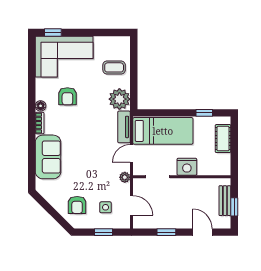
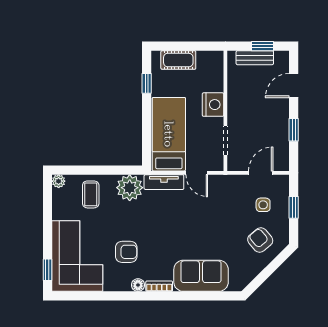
plant: (125, 177) -> (59, 181), moved
armchair: (77, 205) -> (260, 240), turned -130

